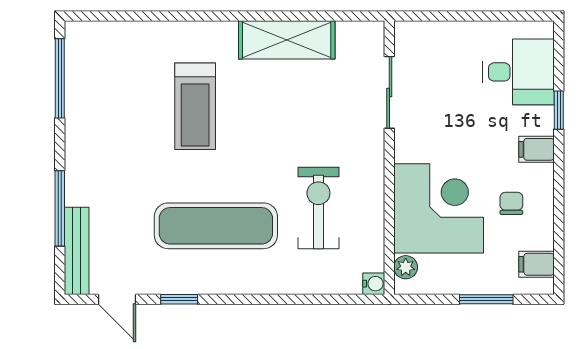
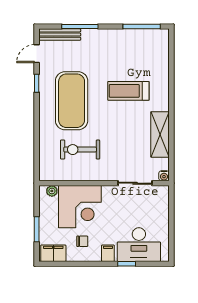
desk: (518, 72) -> (139, 245), width x1.37
exercise bike: (318, 208) -> (80, 150), turned 180
exercise mat: (216, 226) -> (72, 101), width x1.47
filing cabinet: (537, 264) -> (53, 253), width x2.00
water cooler: (374, 284) -> (164, 176), moved

